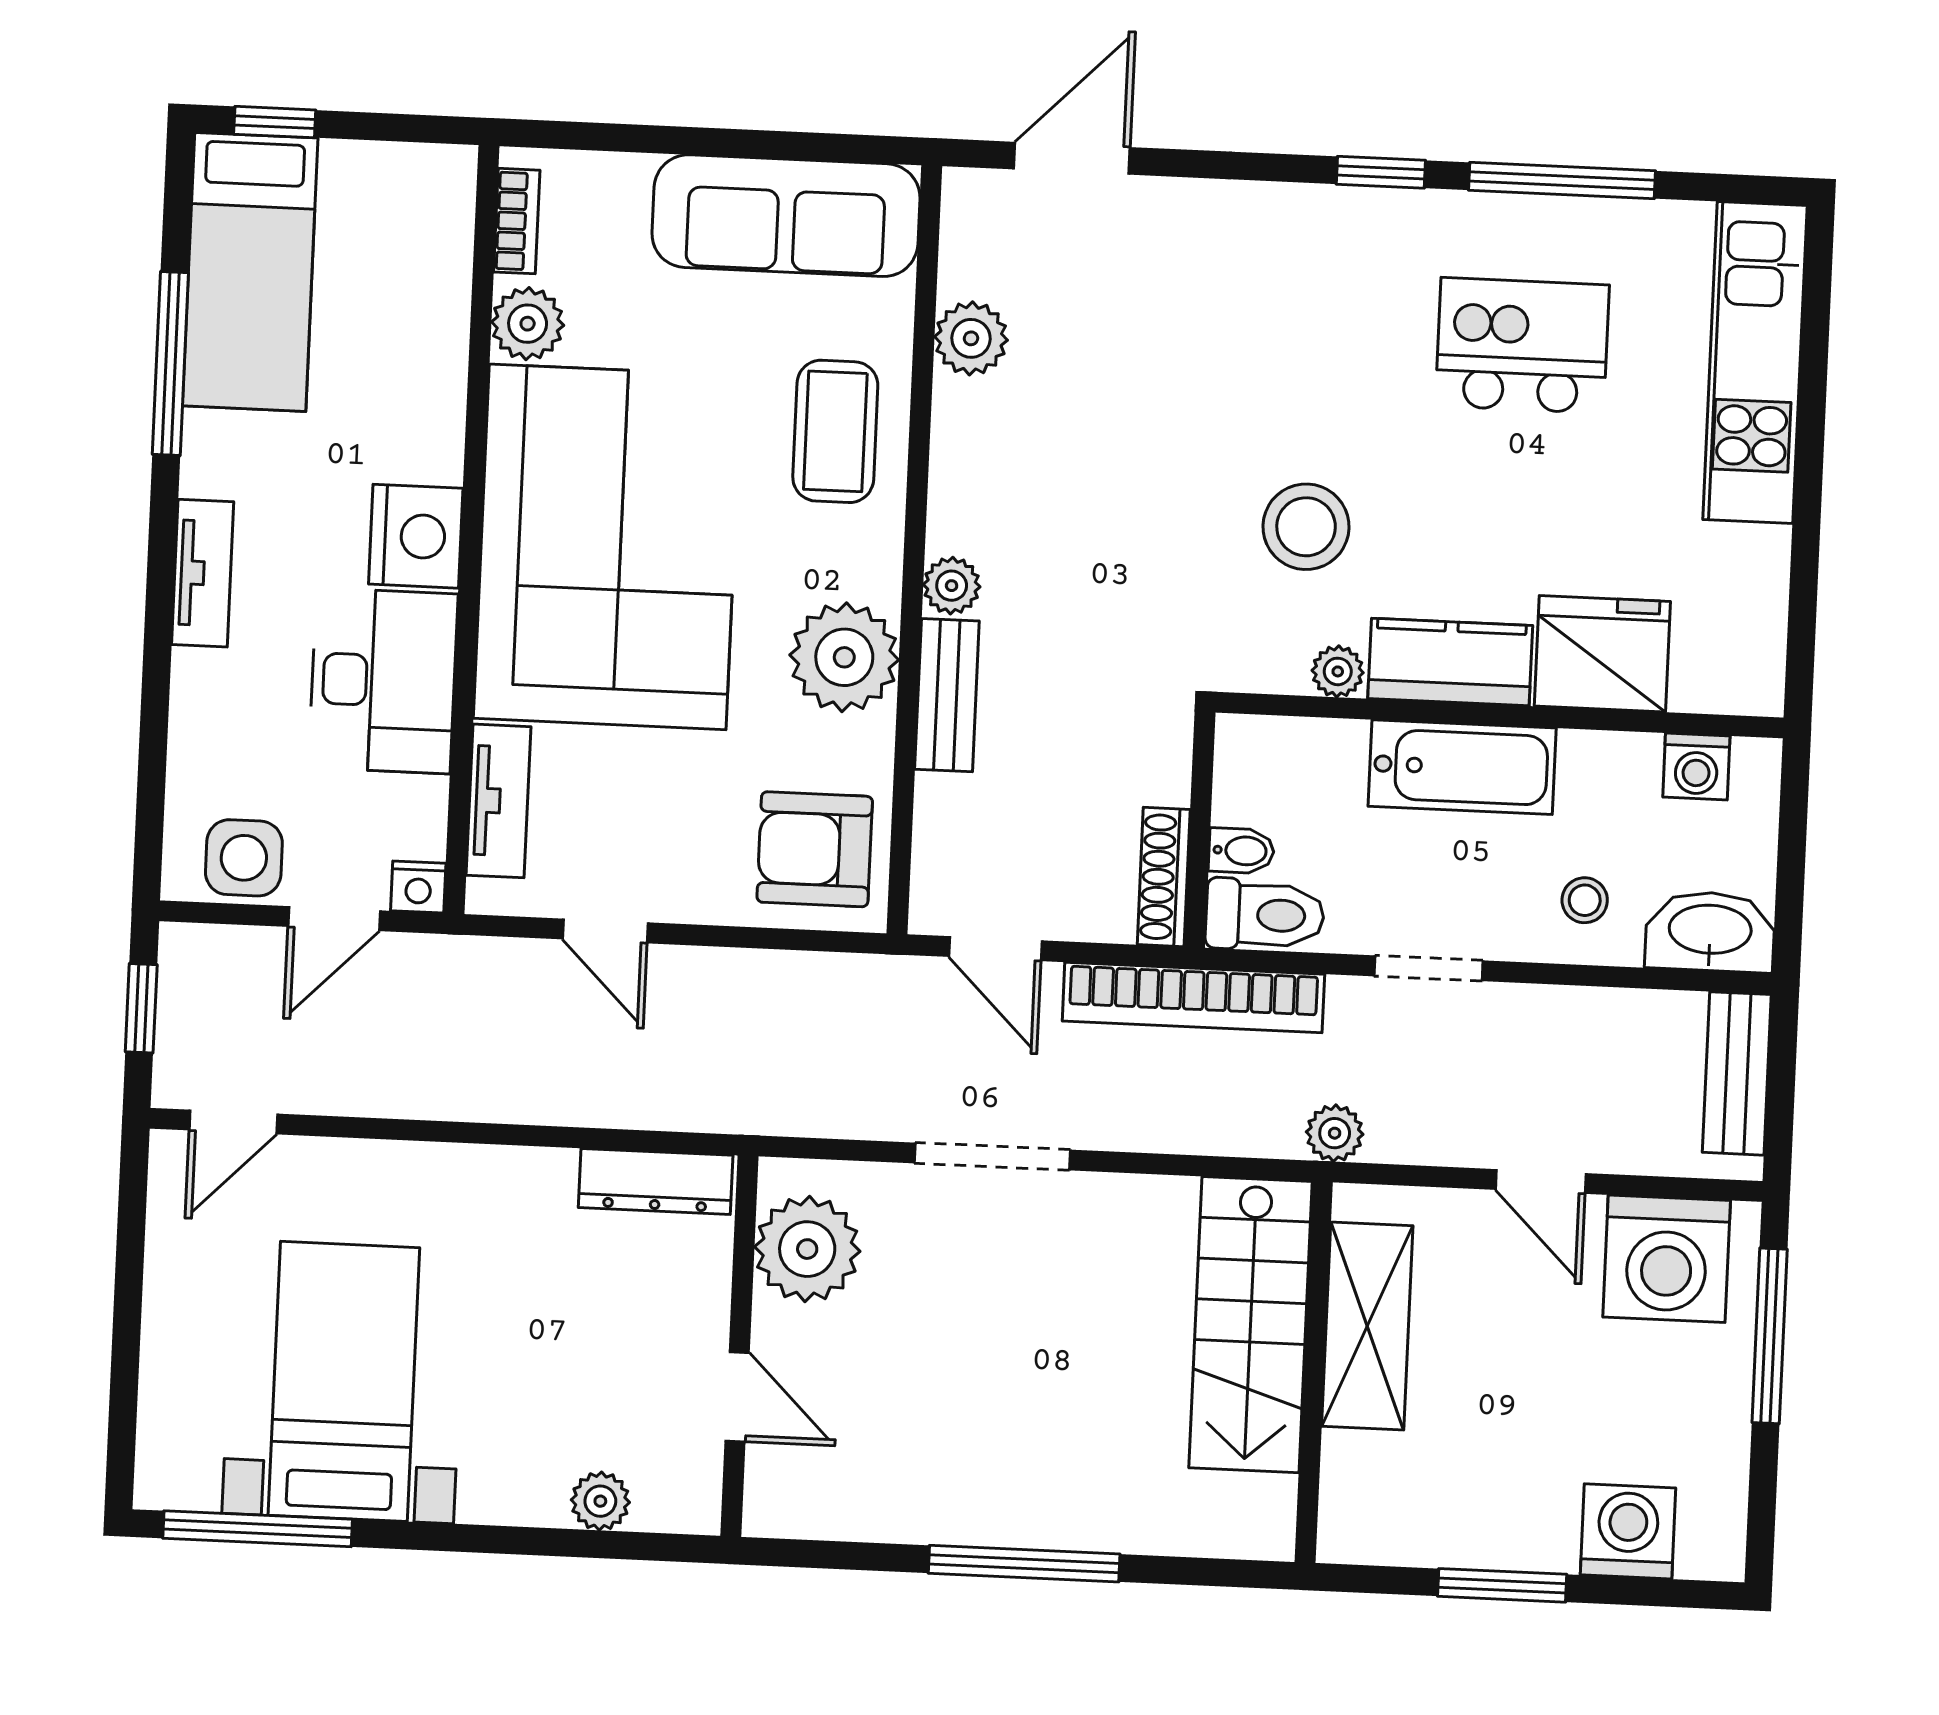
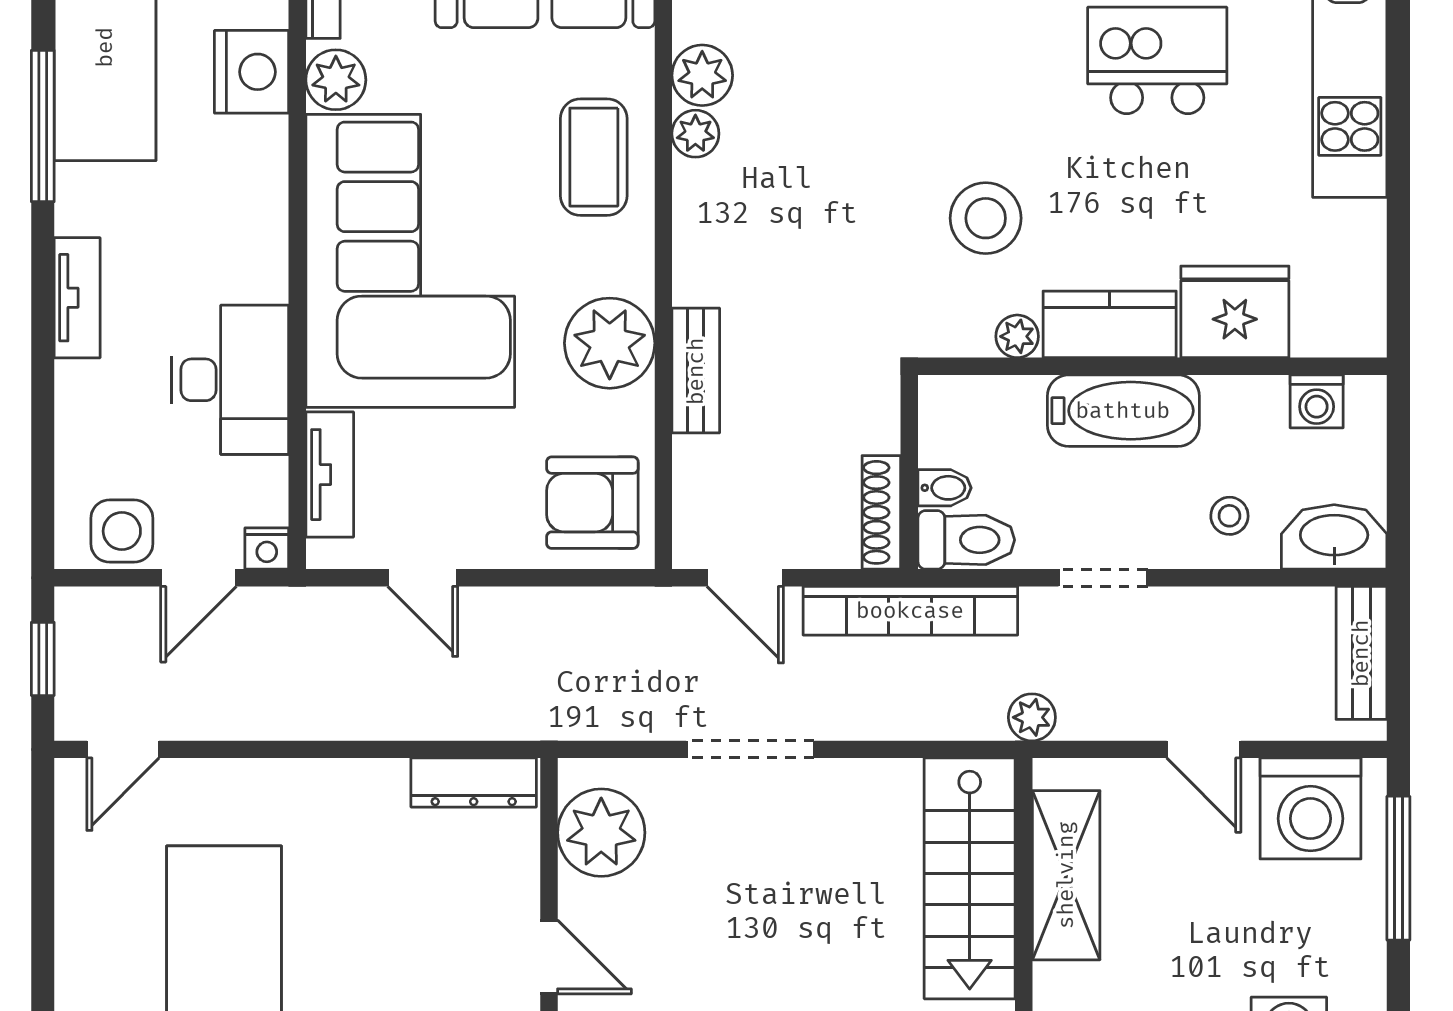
nightstand: (416, 536) -> (252, 72), moved
plant: (952, 586) -> (695, 134), moved

